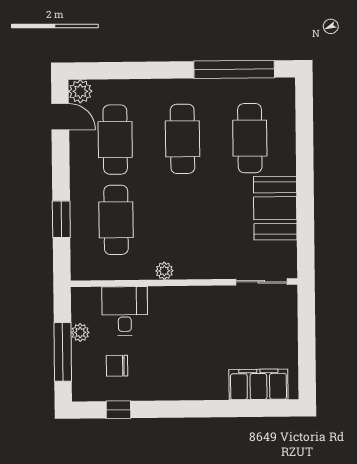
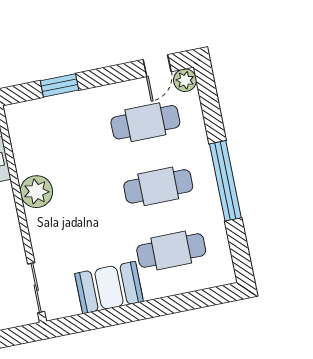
window: (234, 69) -> (225, 181), moved
cafe table: (116, 220) -> (69, 138), removed
plant: (164, 271) -> (36, 192), width x1.88, depth x1.88

